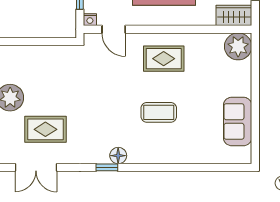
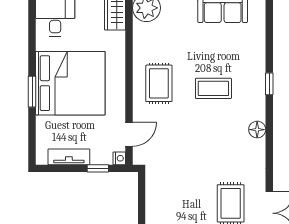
coffee table: (159, 112) -> (213, 88), turned 90
window: (107, 167) -> (269, 84), moved

